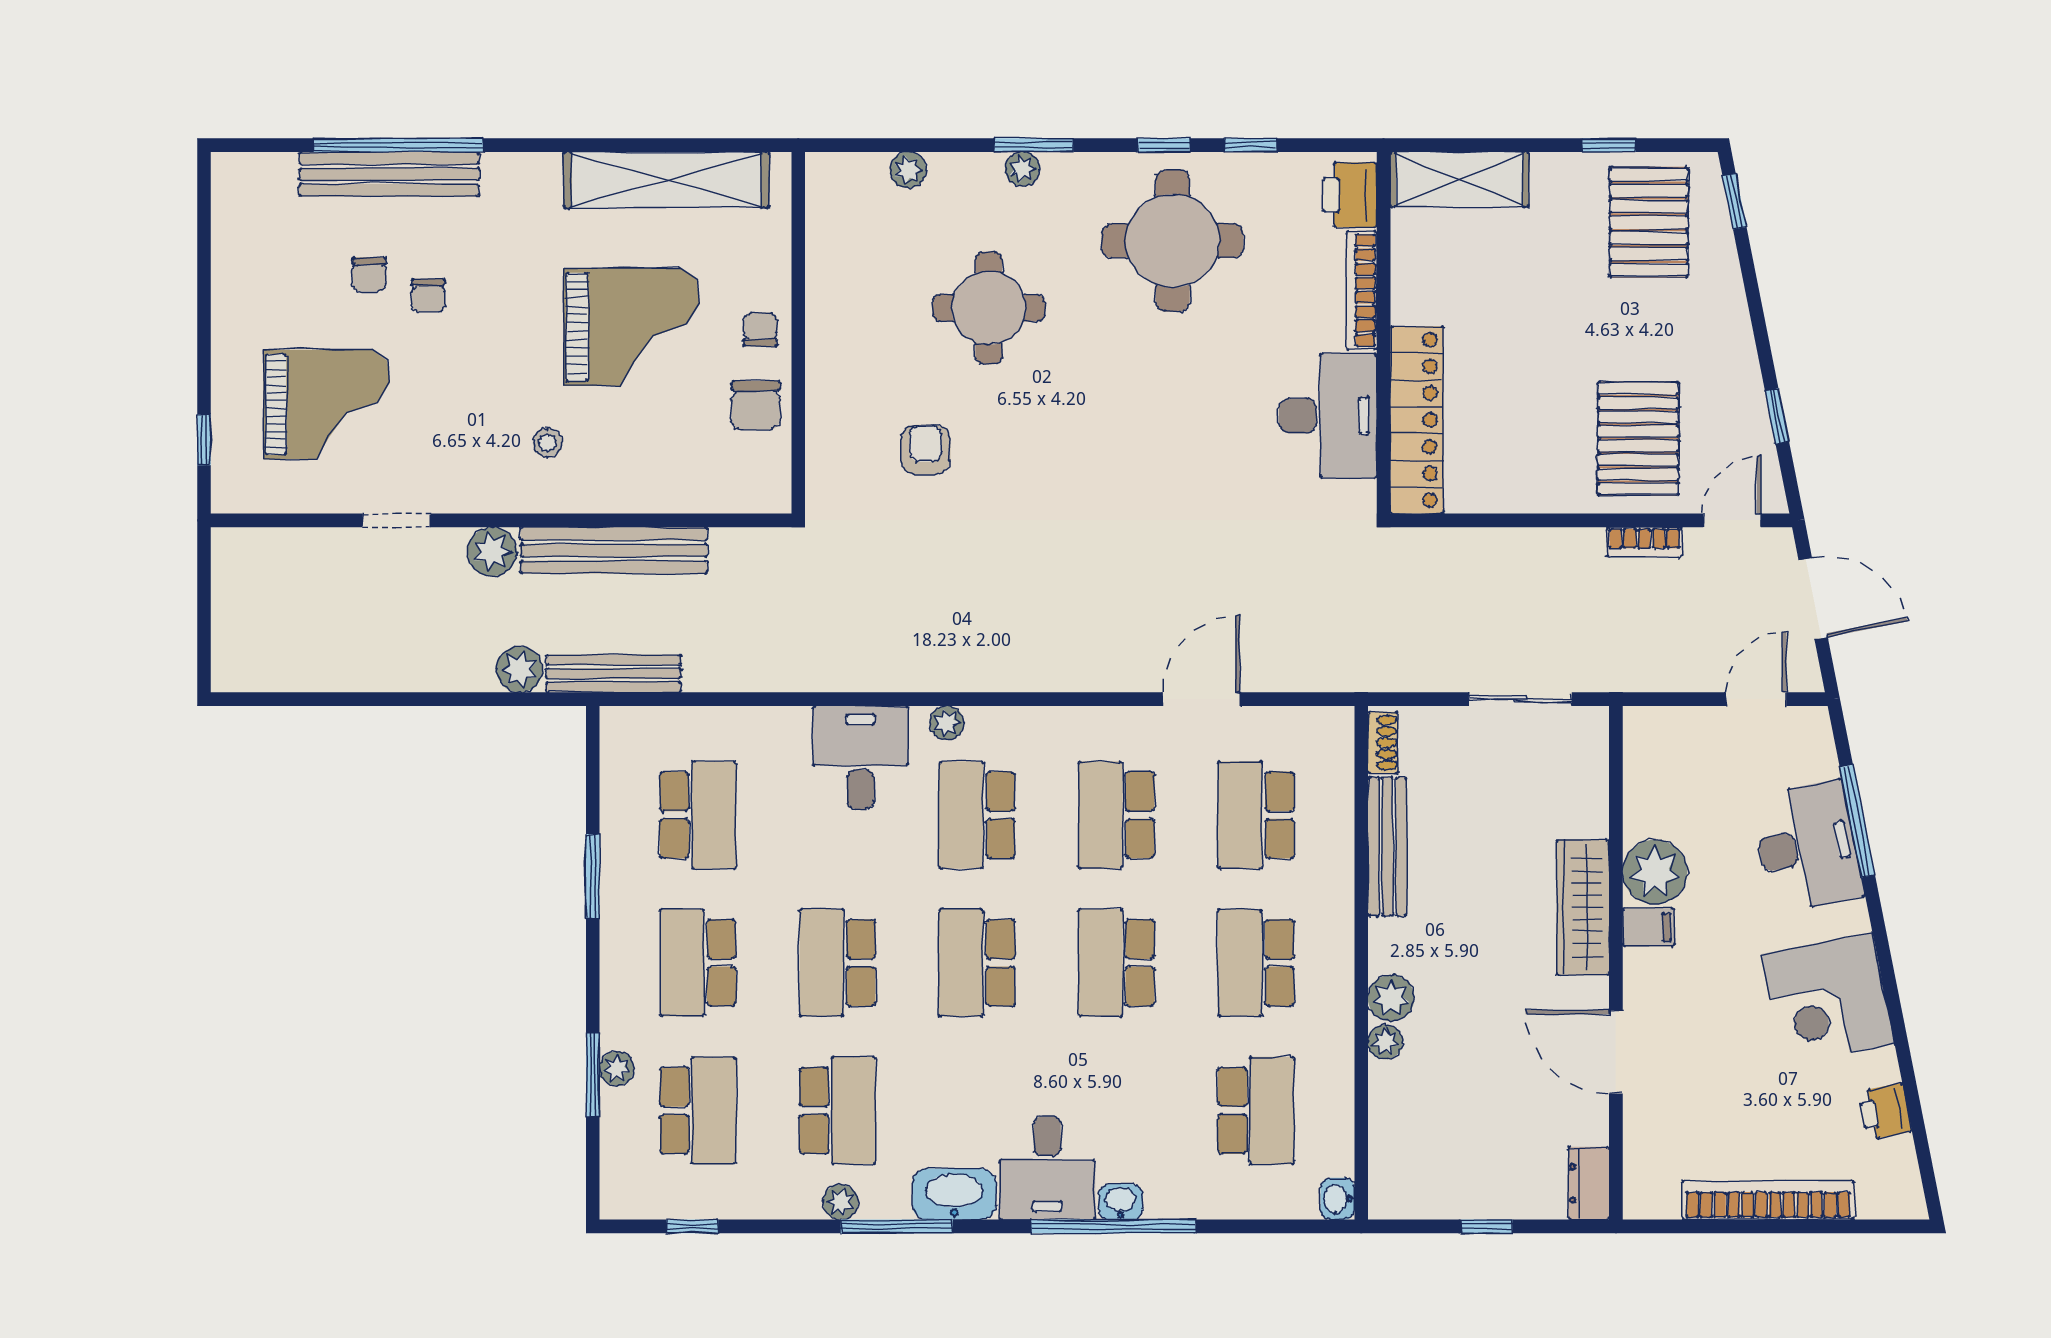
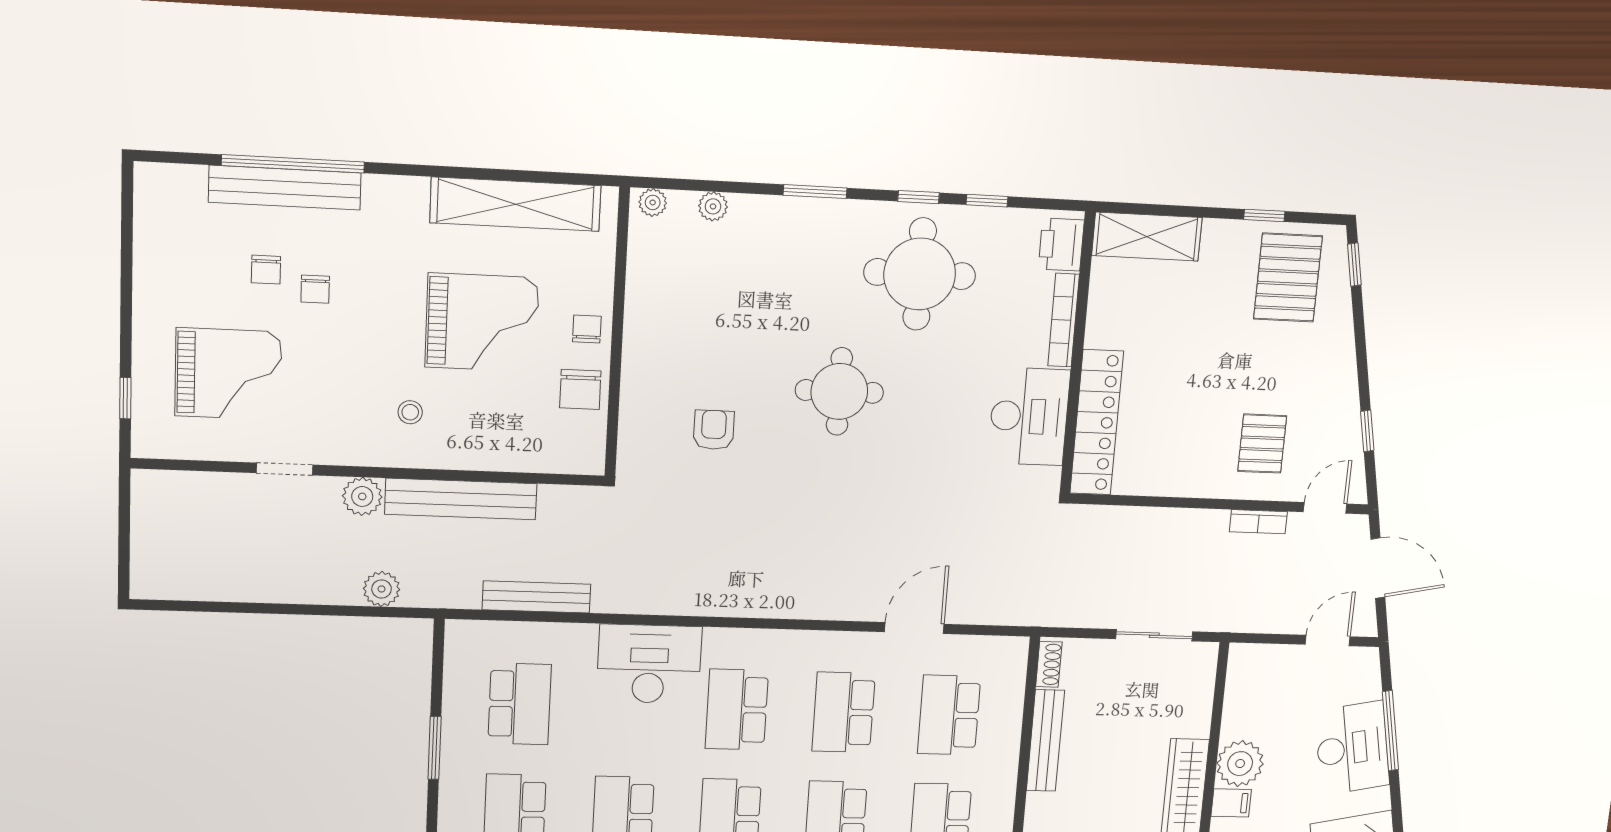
plant: (1022, 169) -> (653, 203), moved
round table: (989, 308) -> (839, 391), moved
pallet: (1638, 439) -> (1262, 444), width x0.67, depth x0.71
bench: (614, 674) -> (536, 597), moved
plant: (947, 723) -> (718, 640), removed
desk: (861, 757) -> (649, 664), width x1.37

